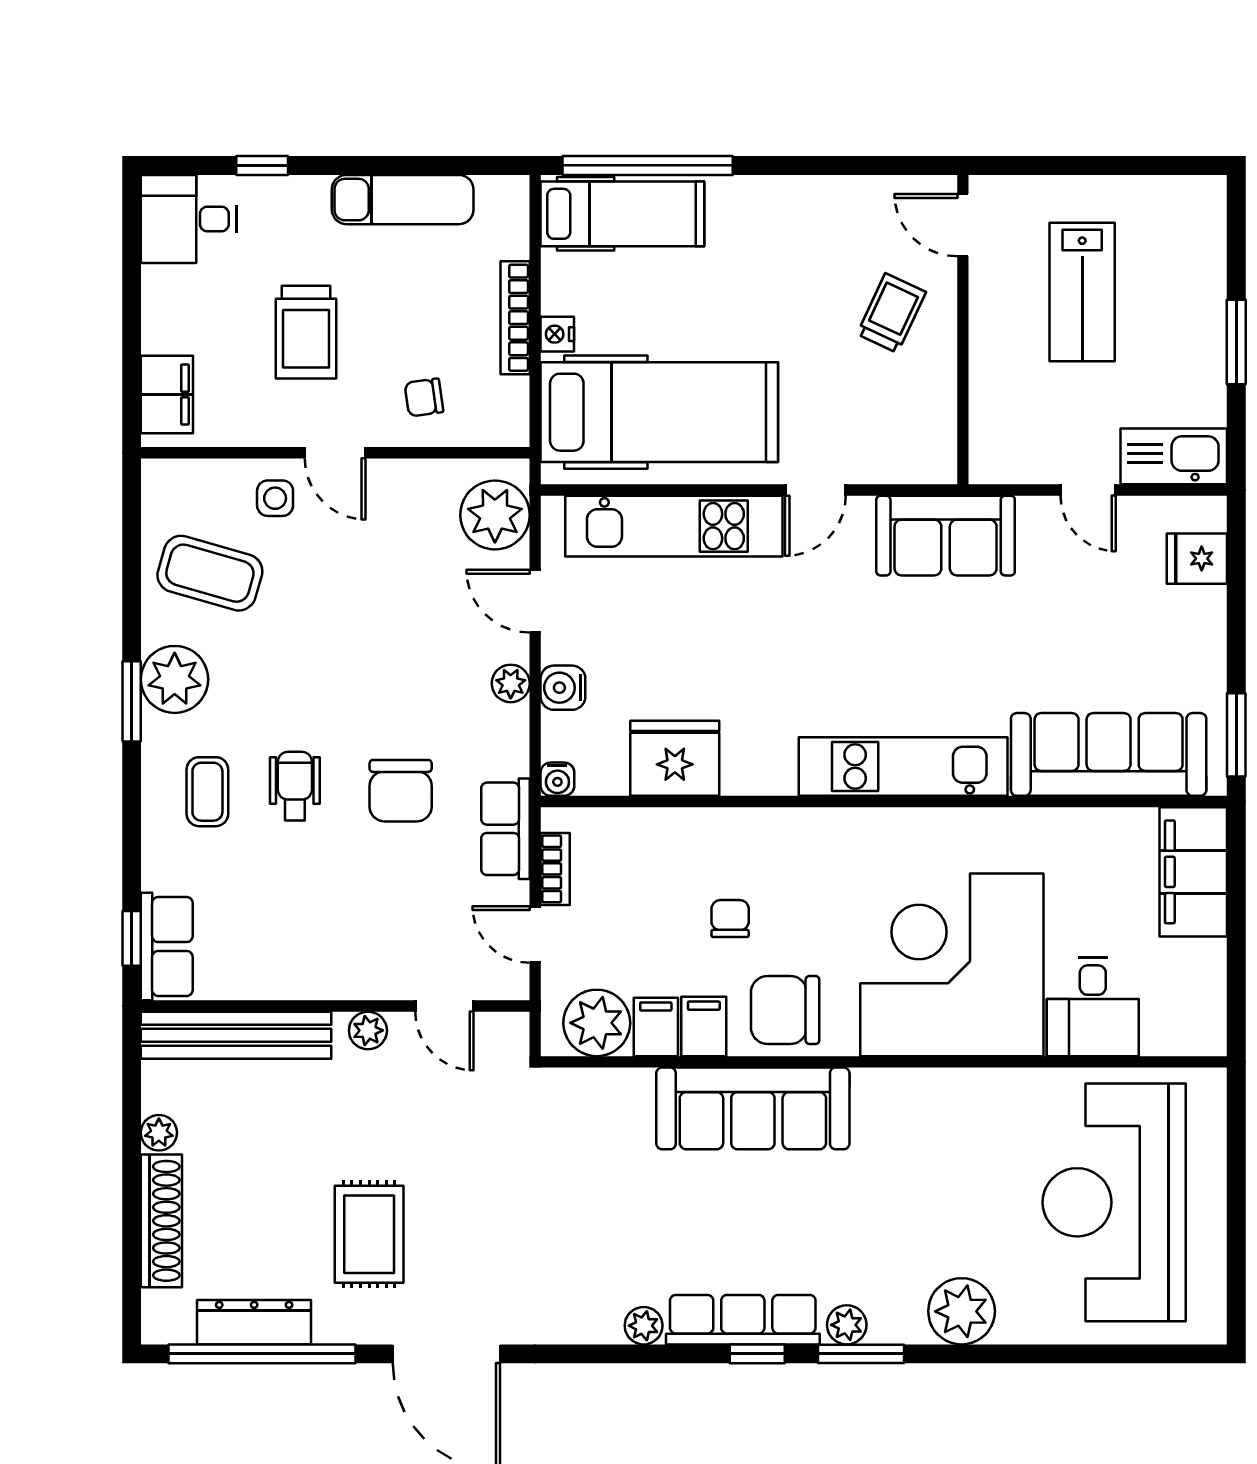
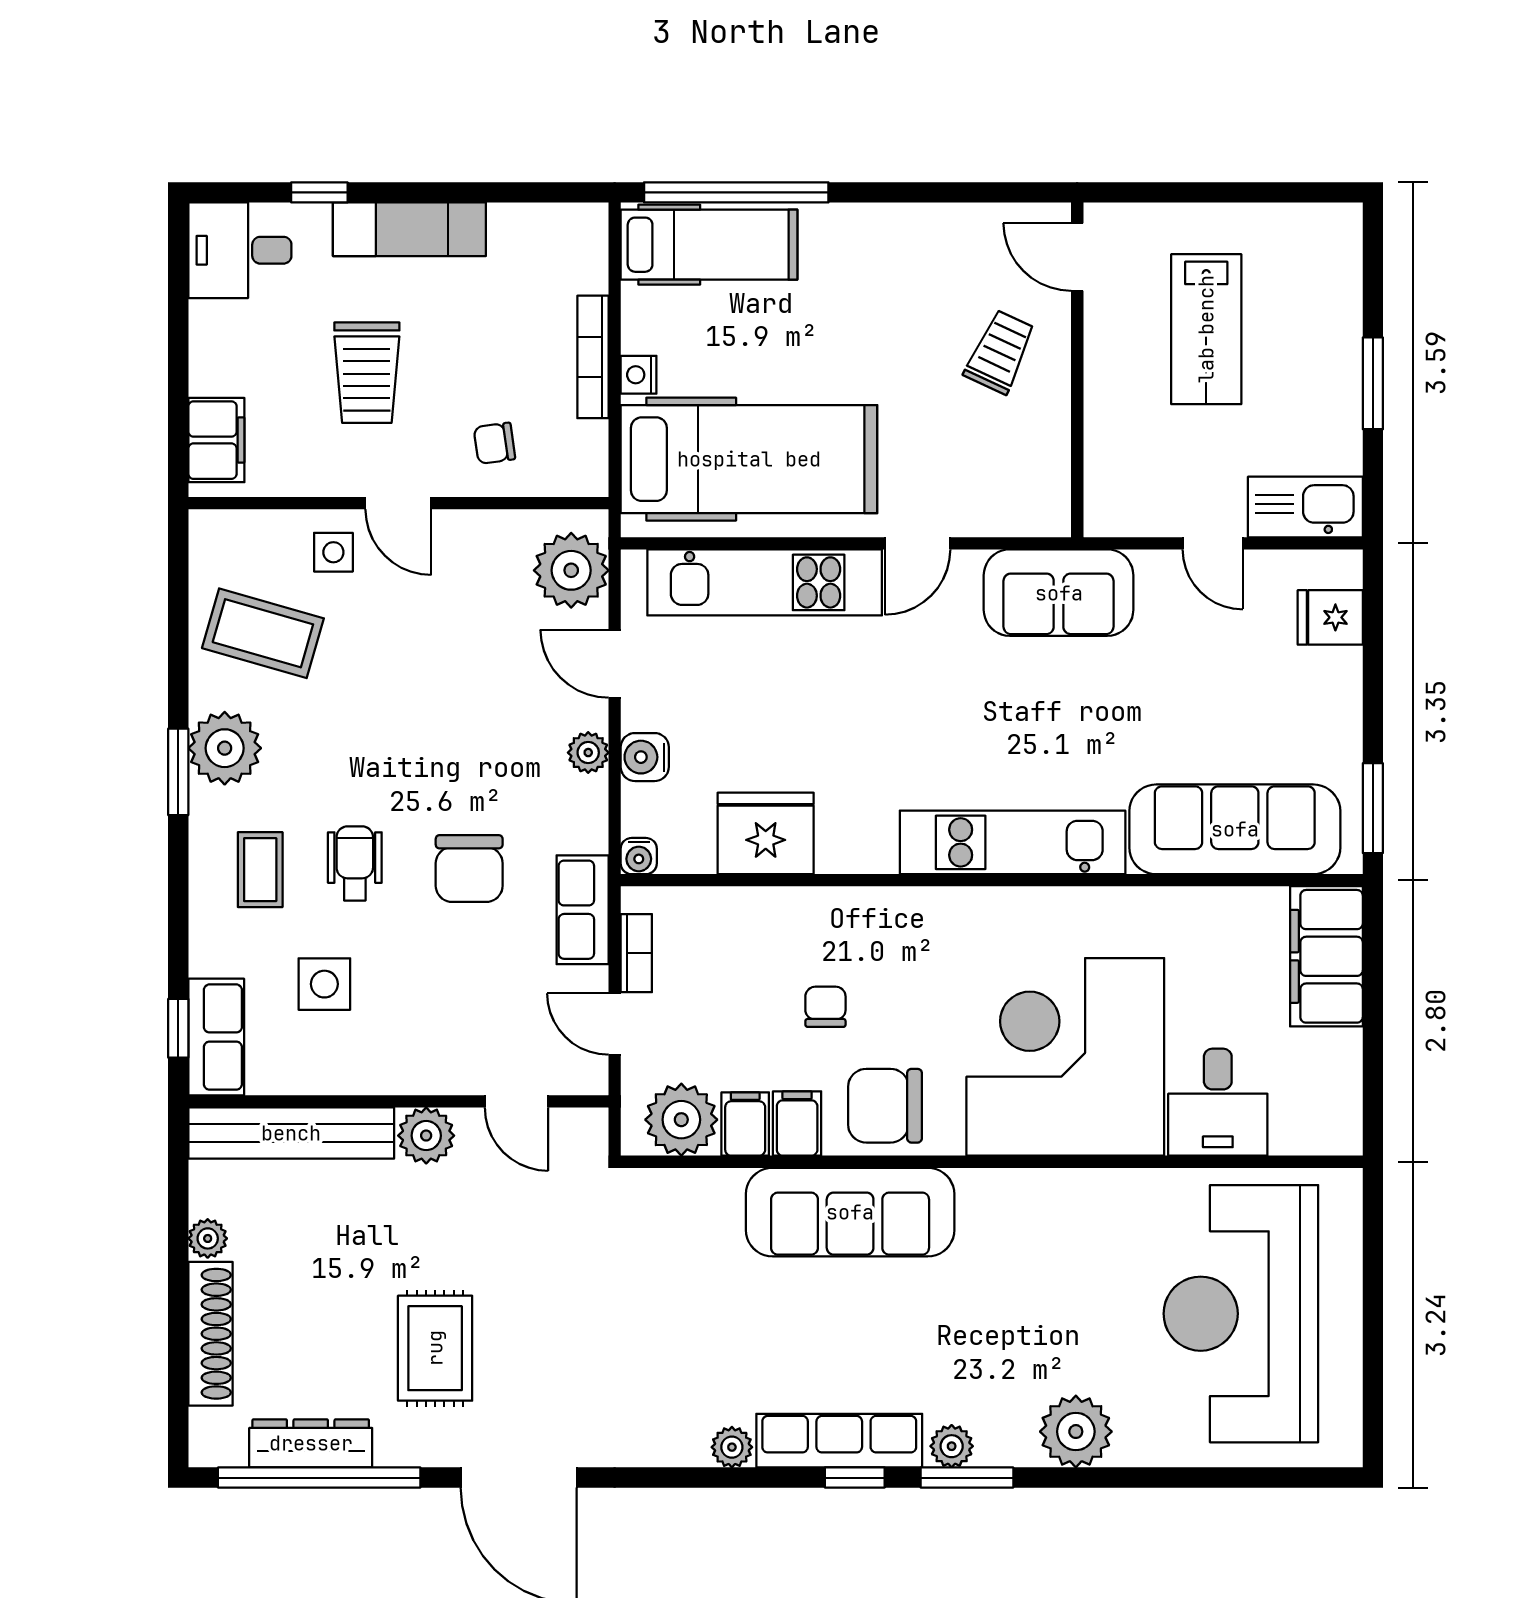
exam couch: (403, 200) -> (409, 229), moved
side table: (267, 898) -> (324, 984), added
plant: (368, 1030) -> (426, 1136), width x1.38, depth x1.38

